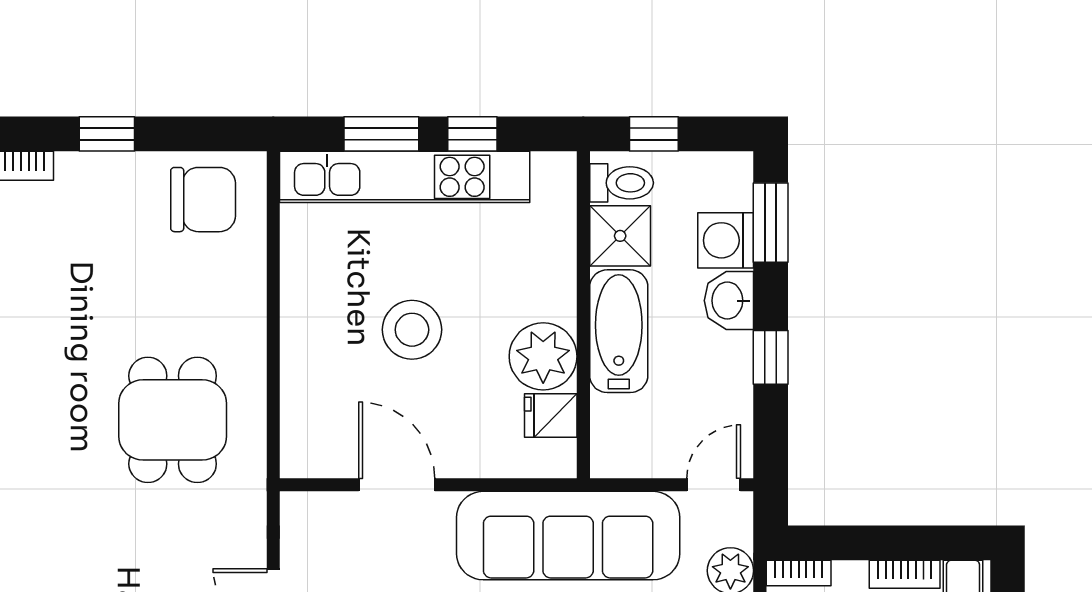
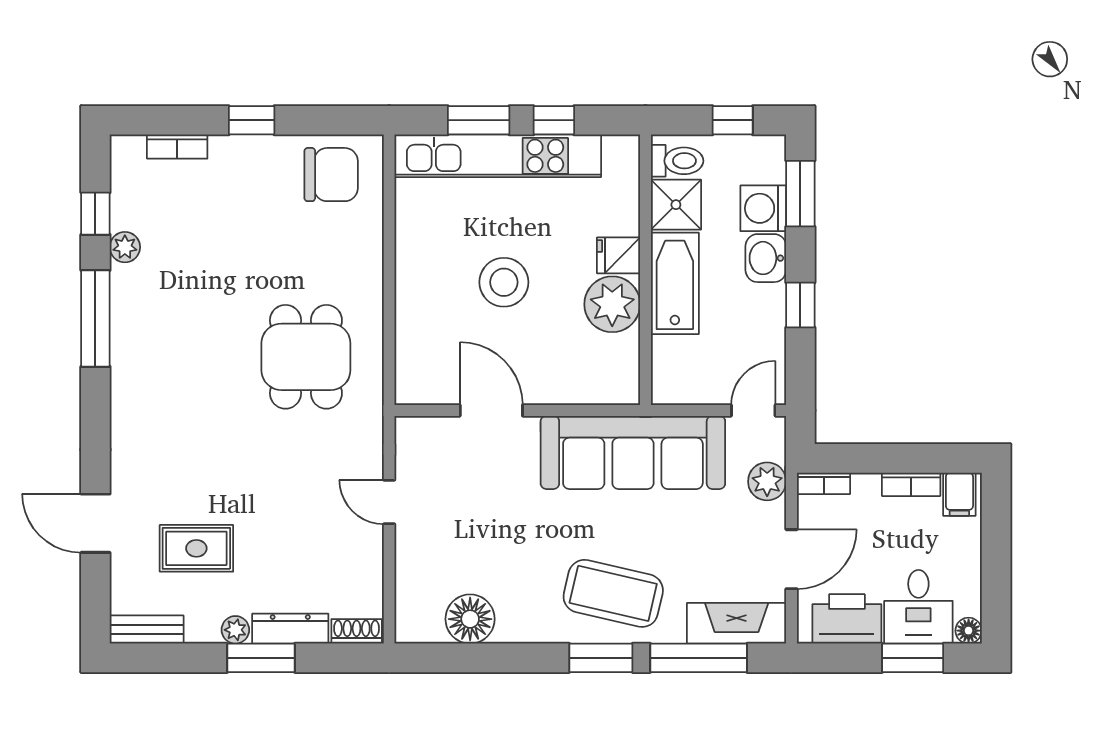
window: (654, 134) -> (733, 120), moved
fridge: (551, 415) -> (619, 255), moved

